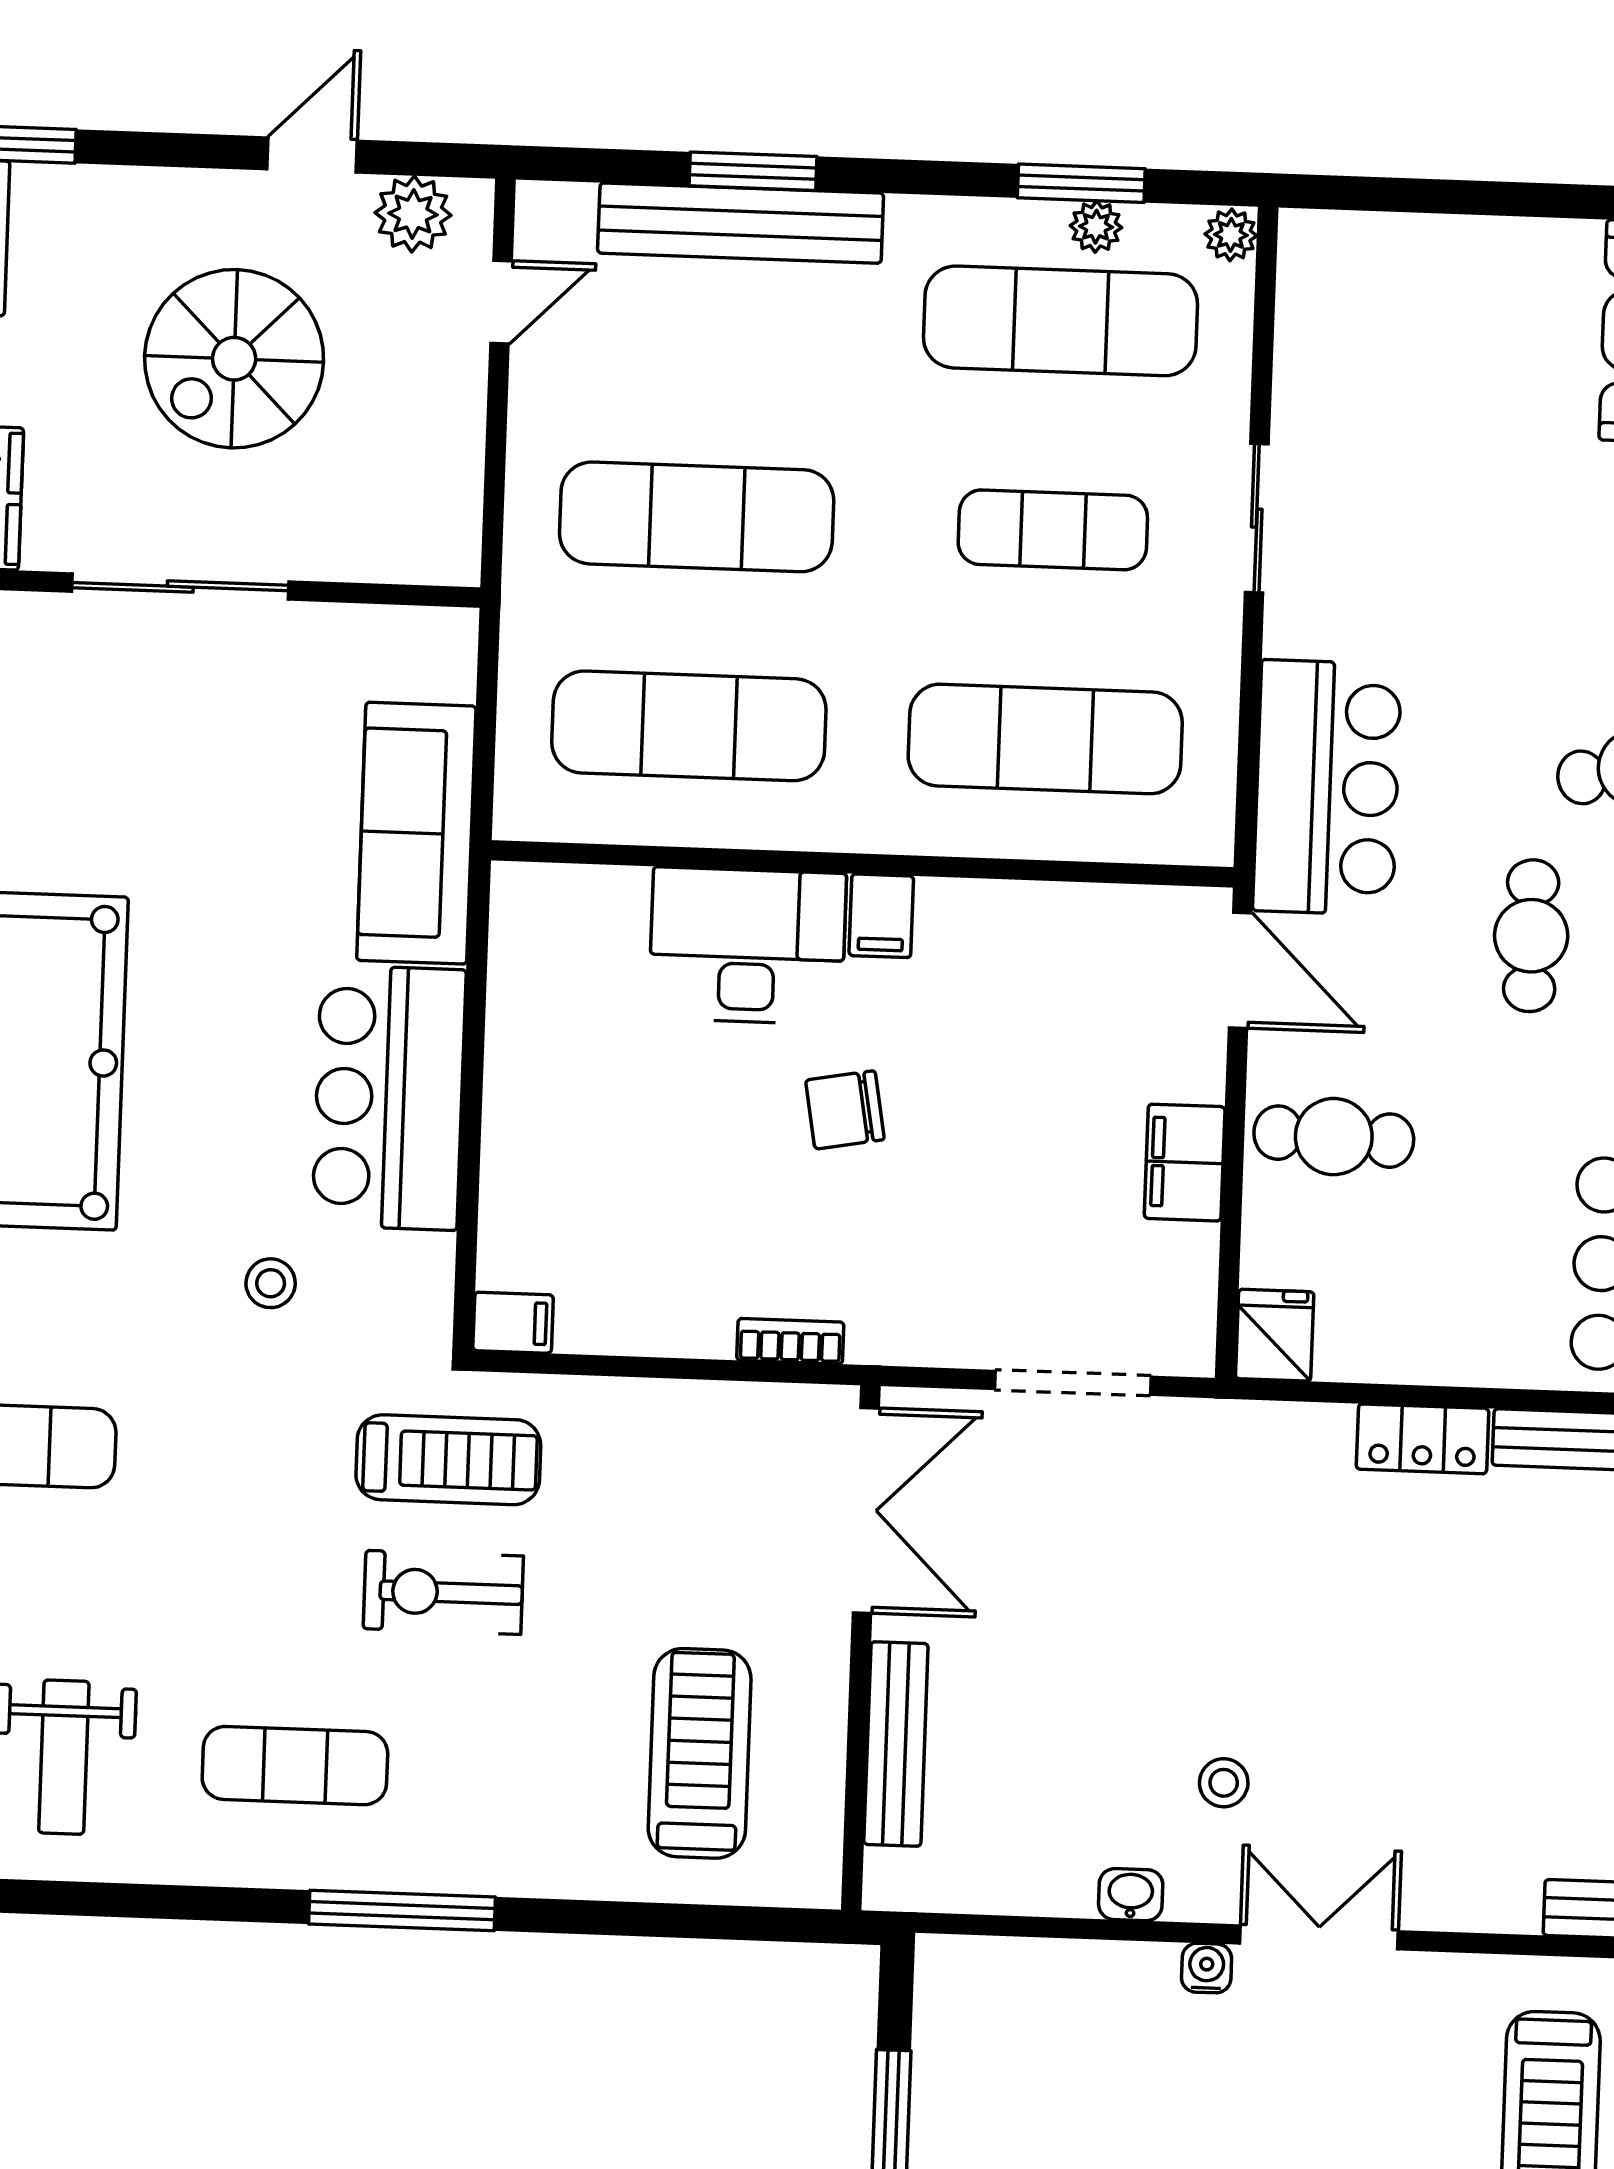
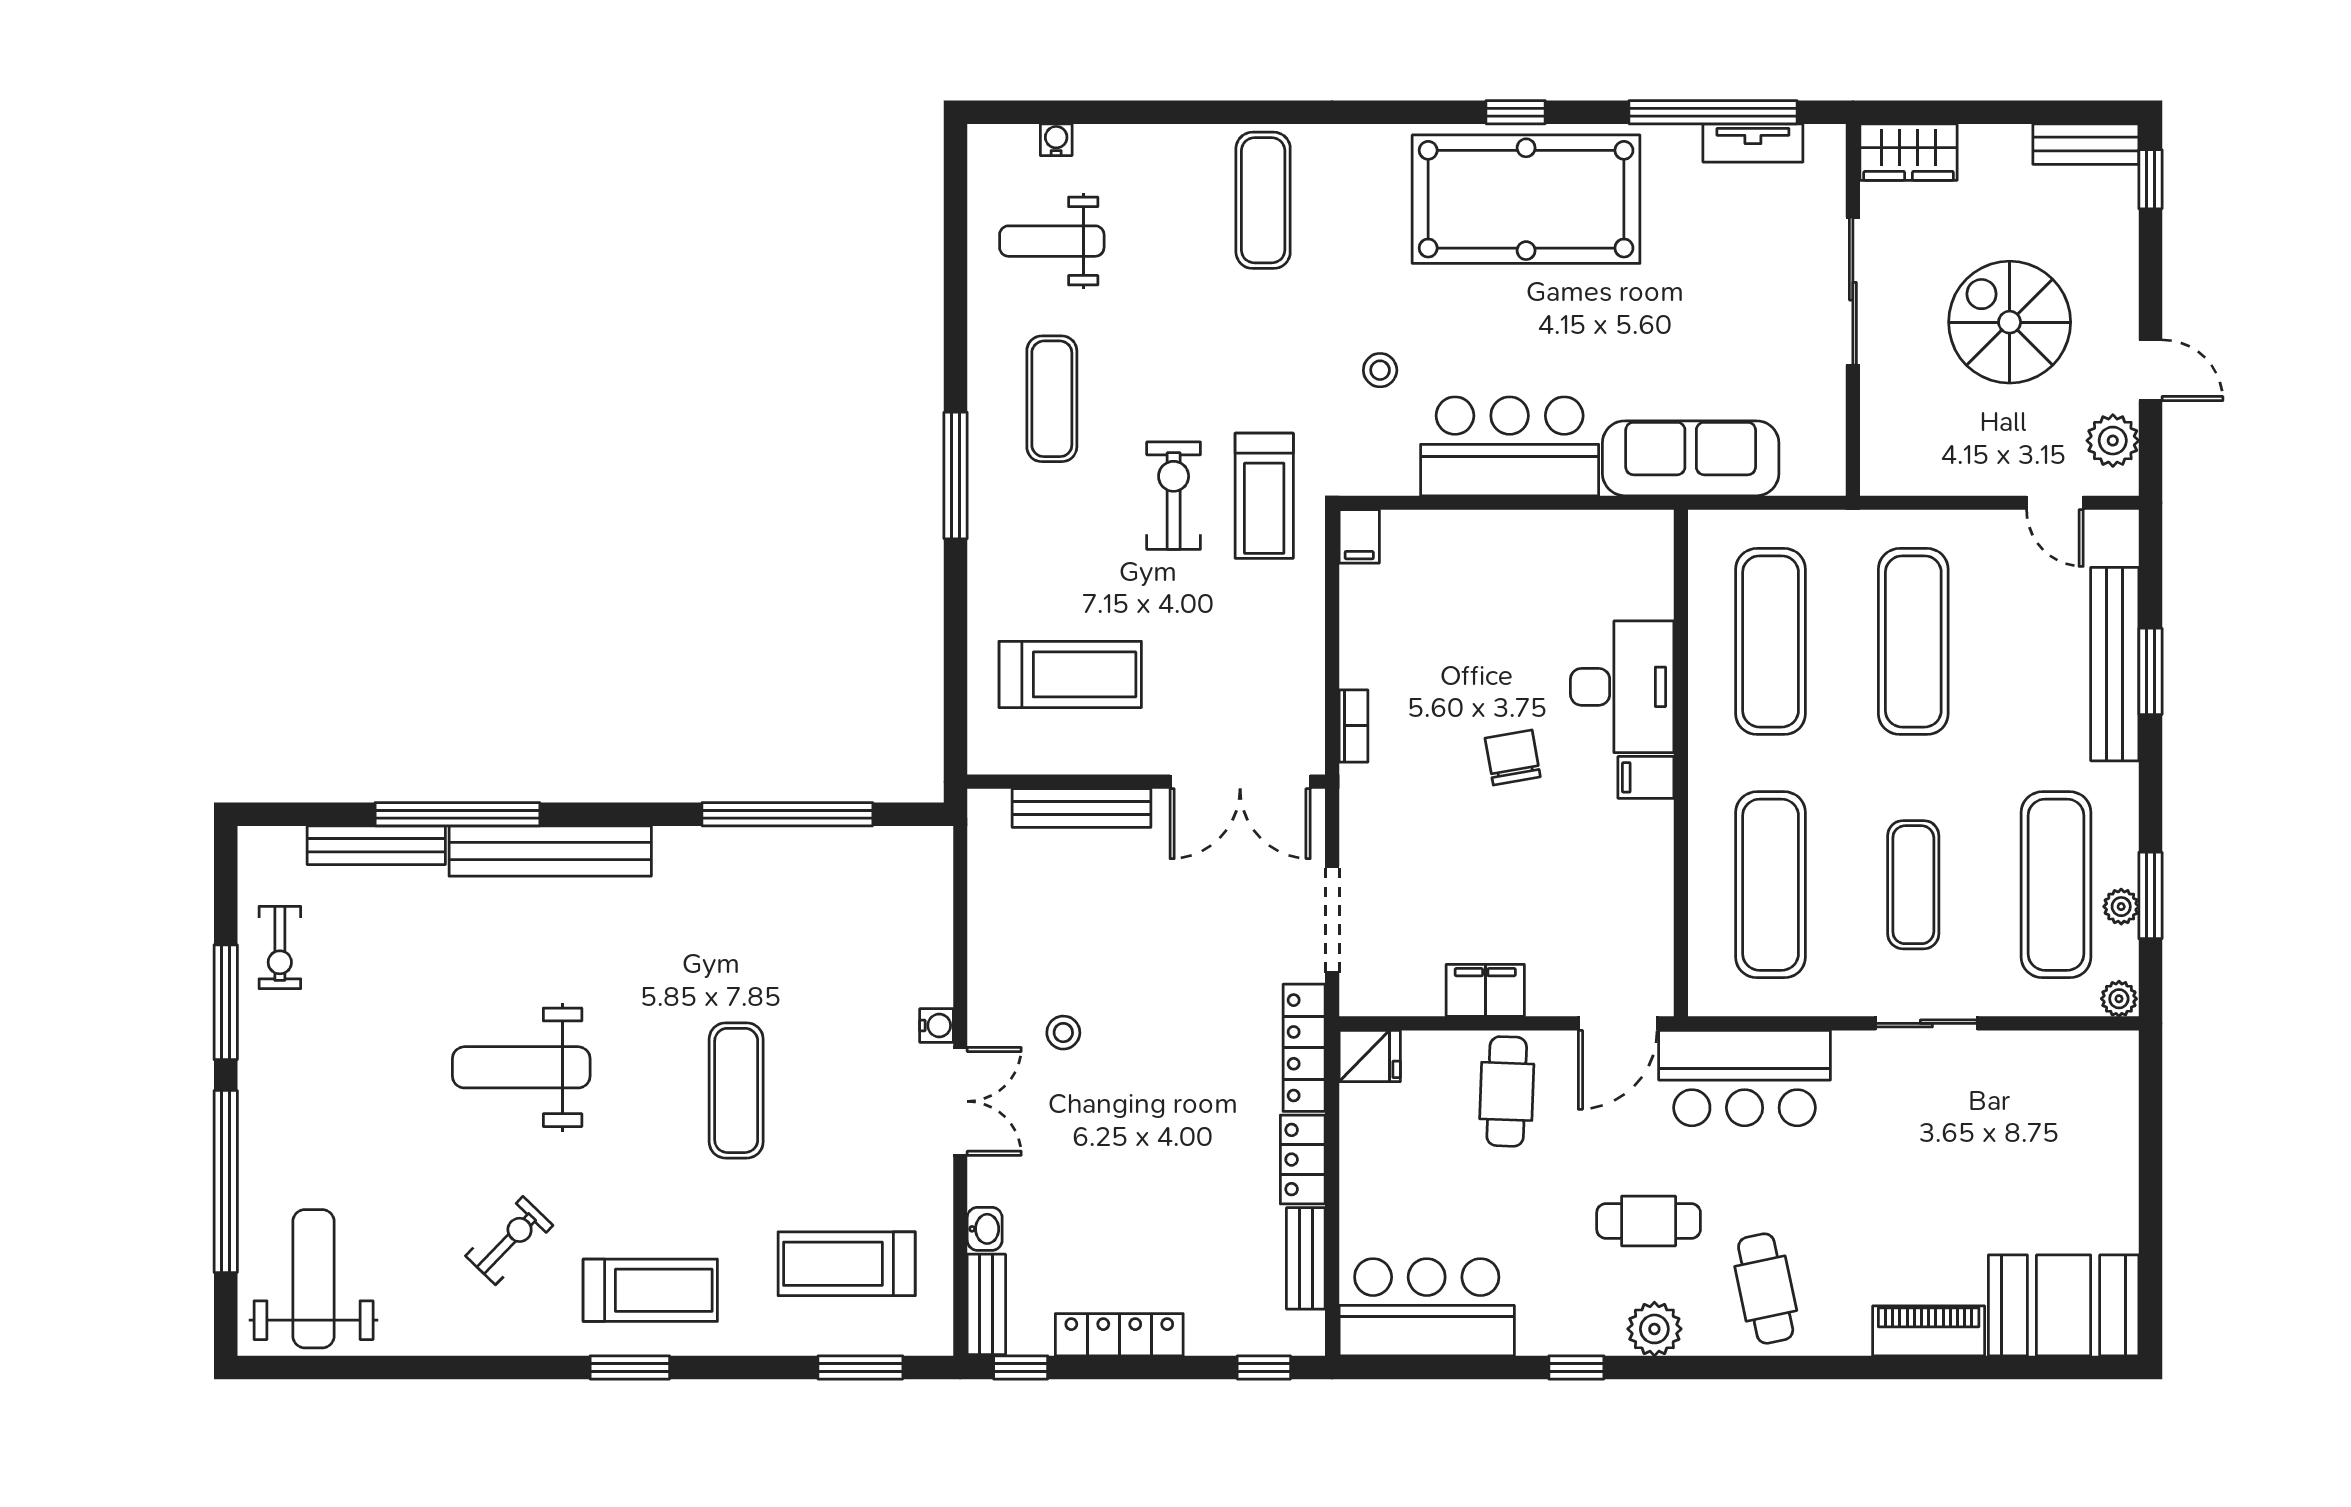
locker: (1259, 1431) -> (1304, 1048), added
washbasin: (1131, 1895) -> (985, 1229), moved

